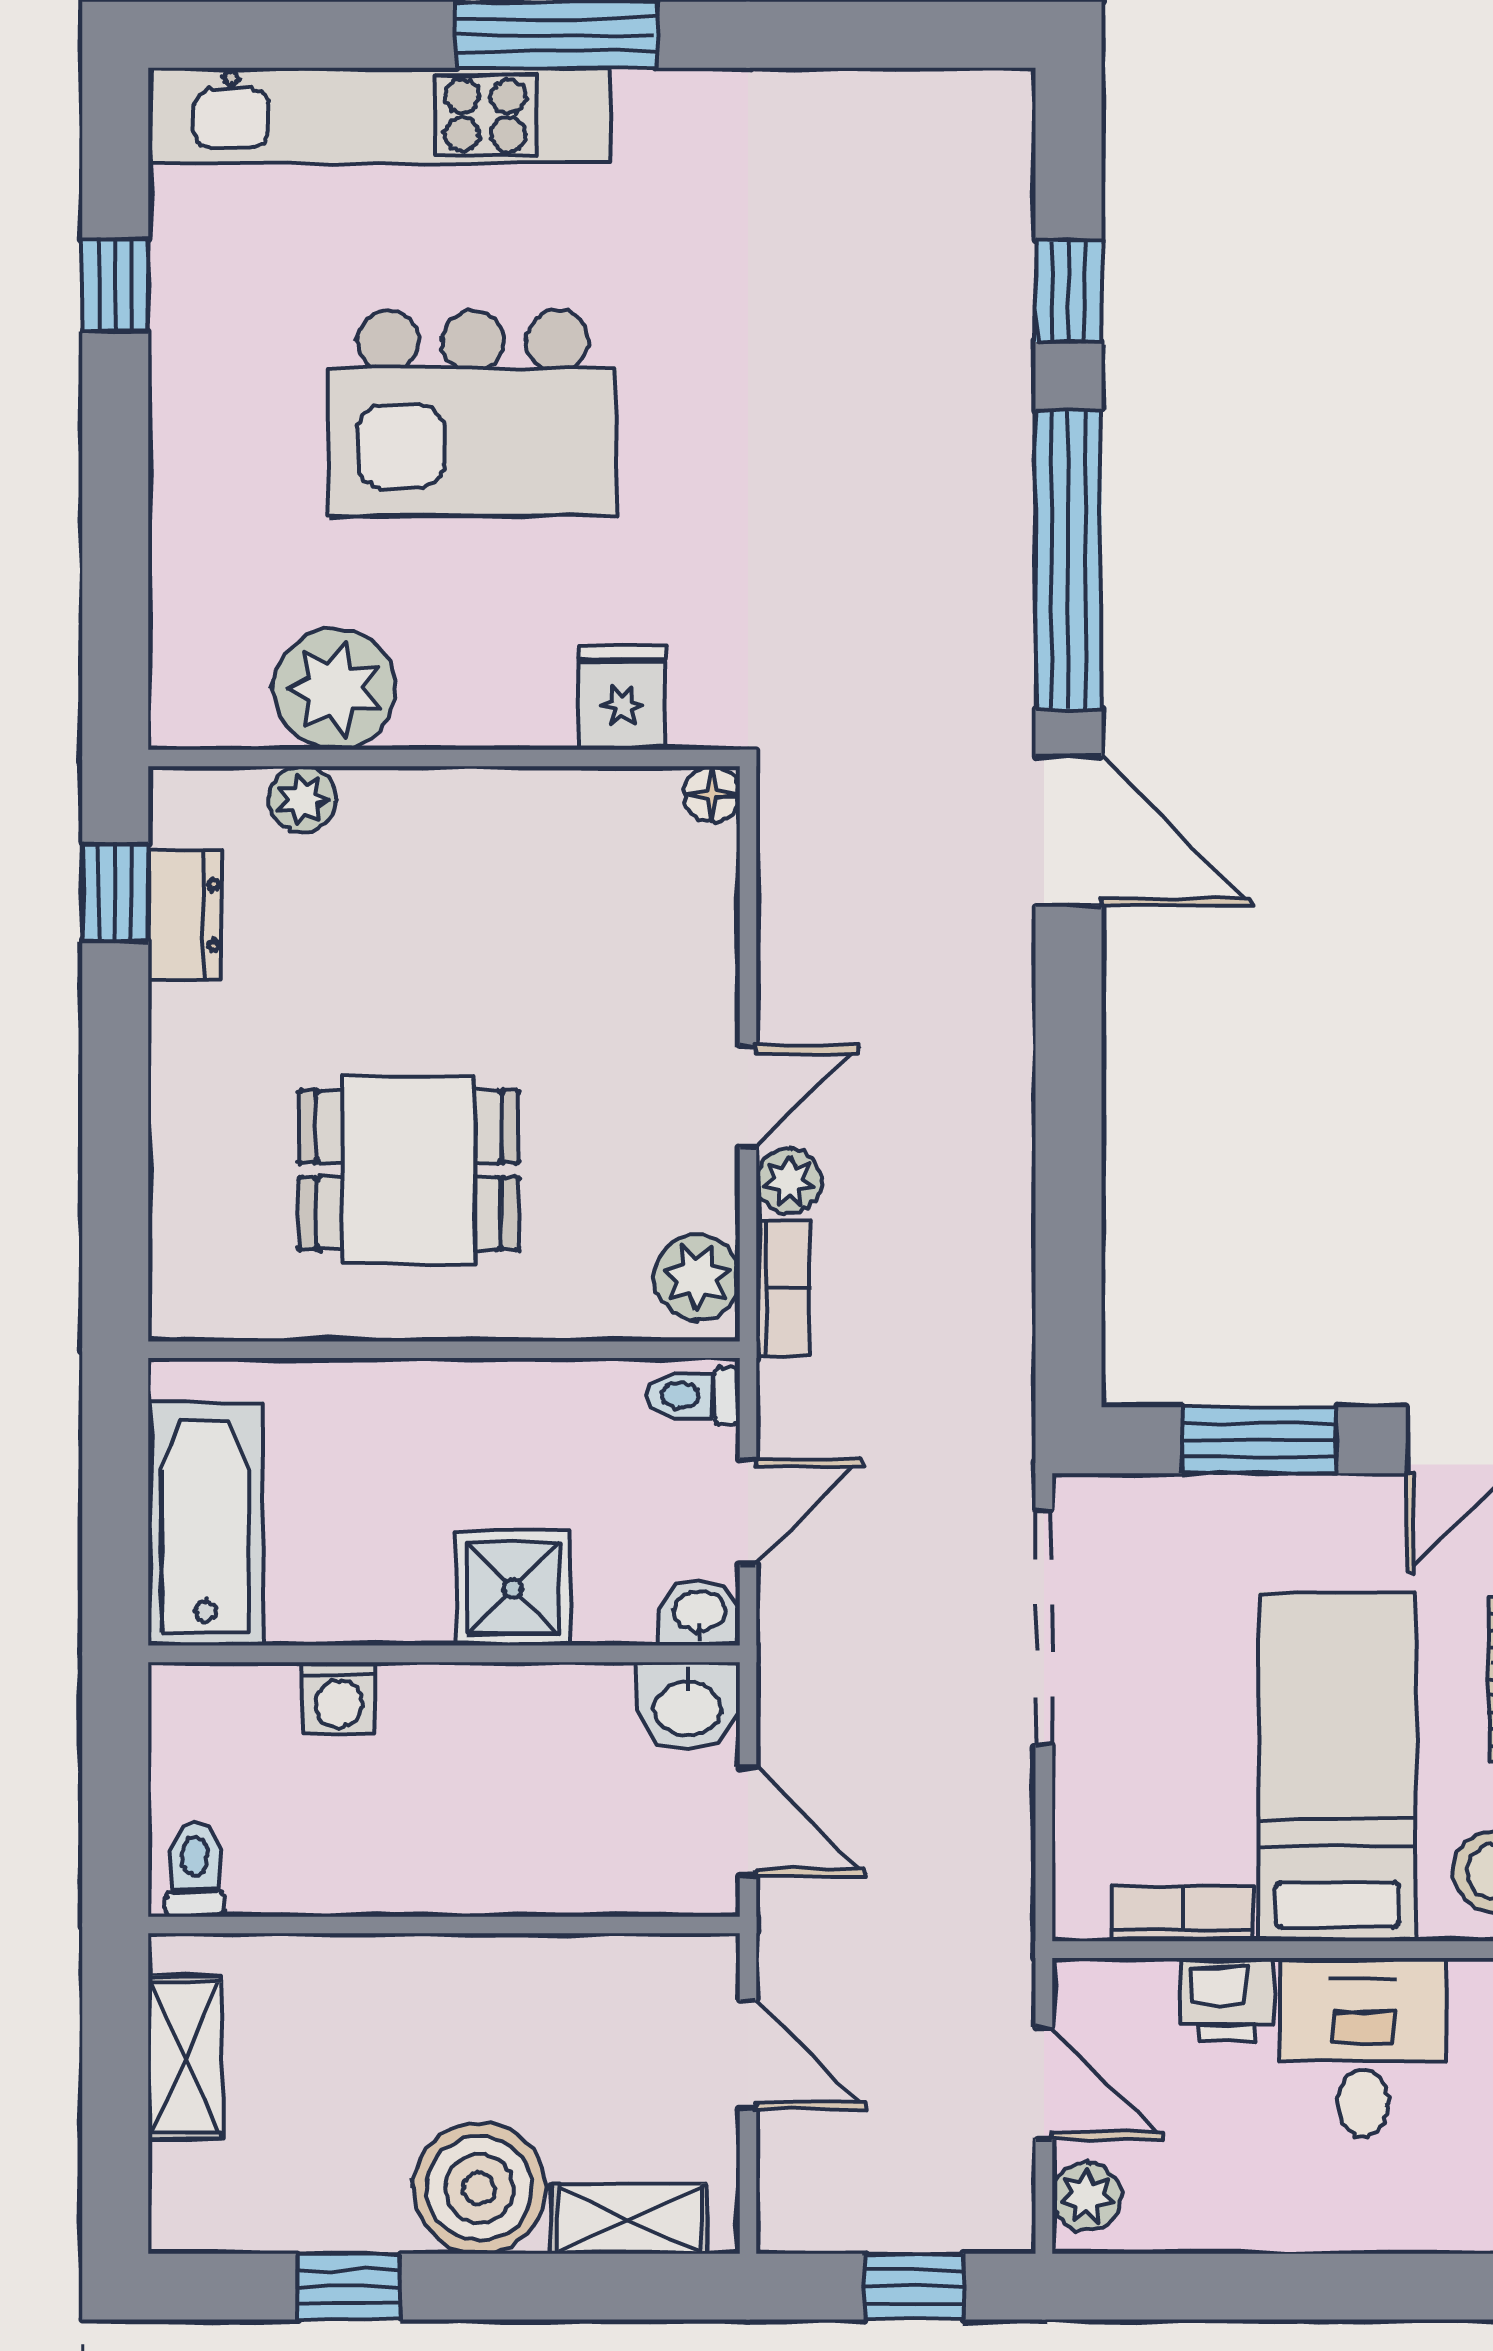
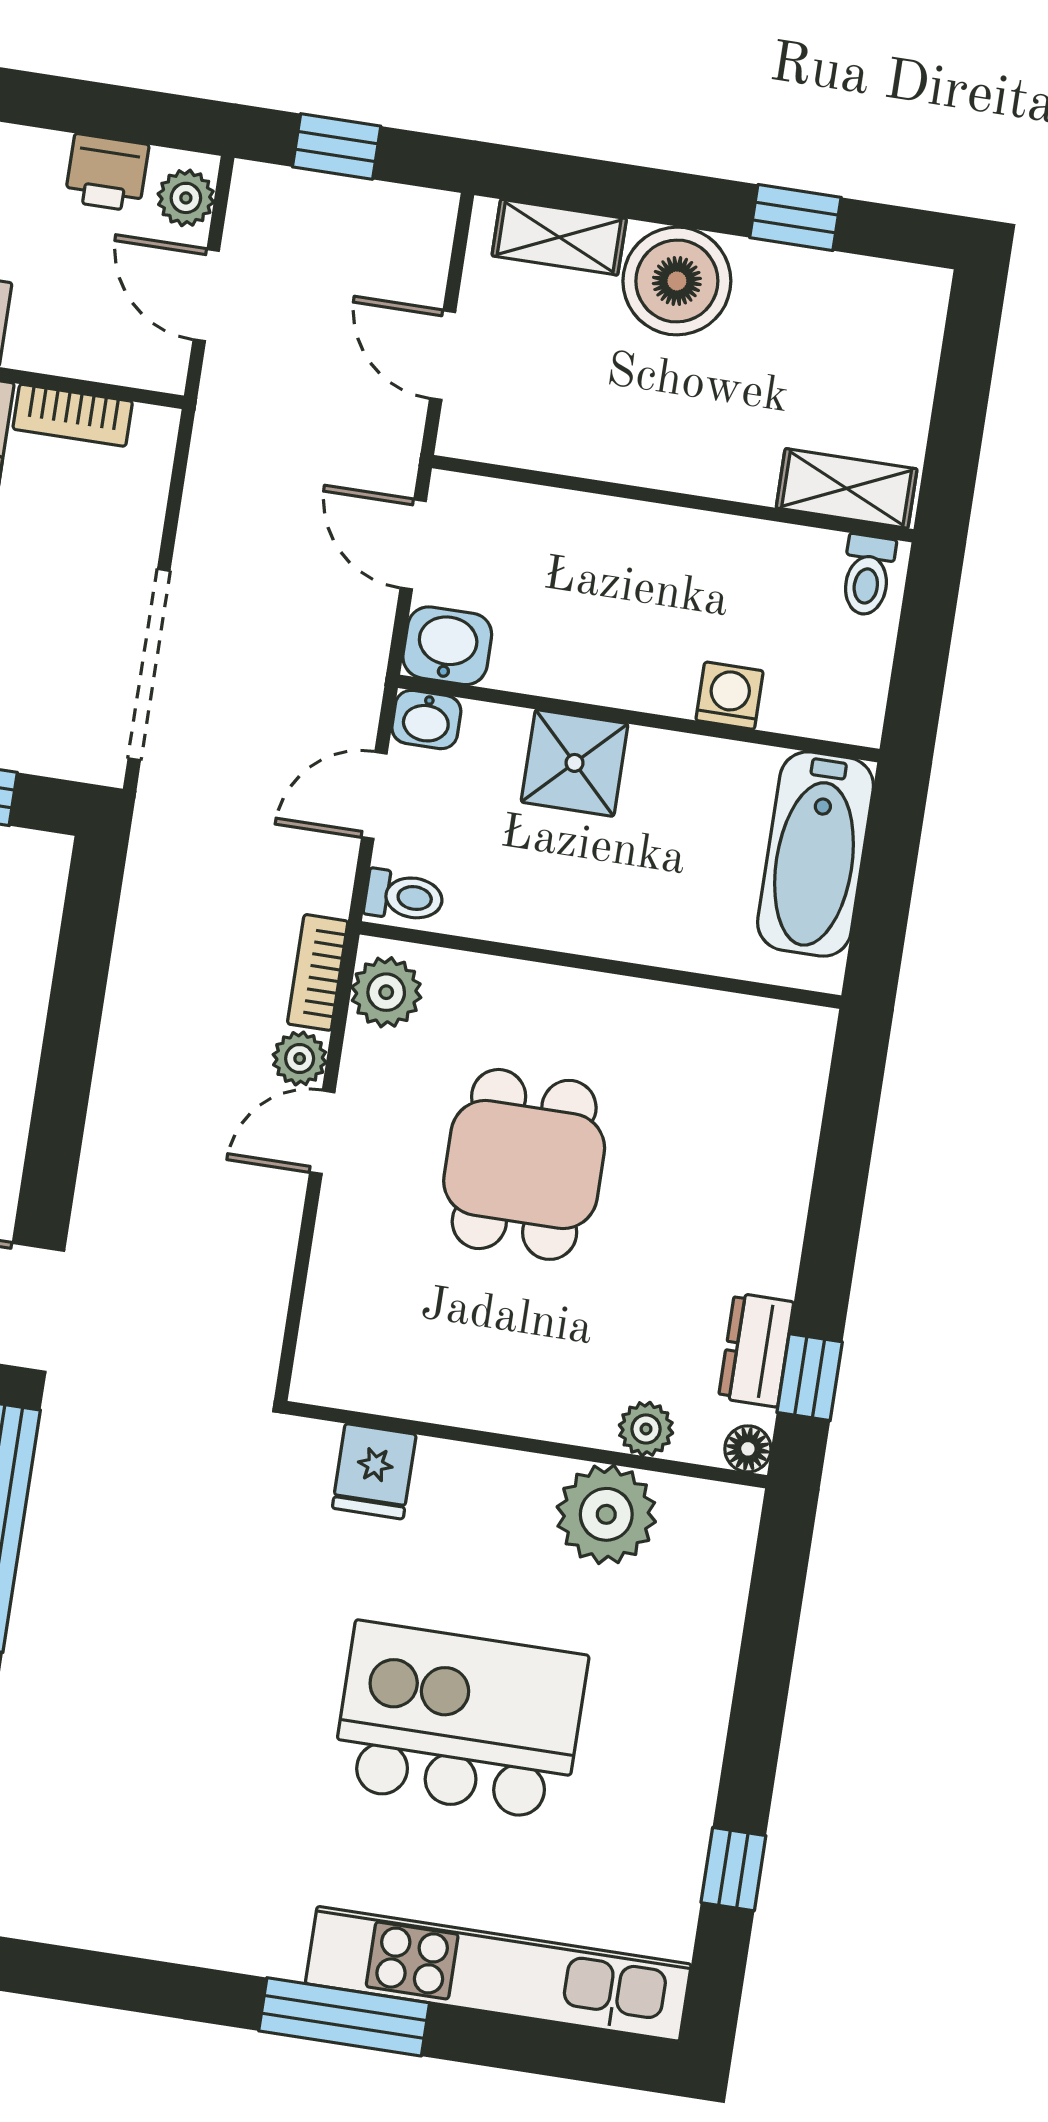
floor lamp: (712, 794) -> (748, 1449), moved
dining table: (409, 1170) -> (524, 1164), moved, turned 90
printer: (1227, 2000) -> (107, 173), moved, turned 180
shelving: (185, 2057) -> (847, 488), moved, turned 90

